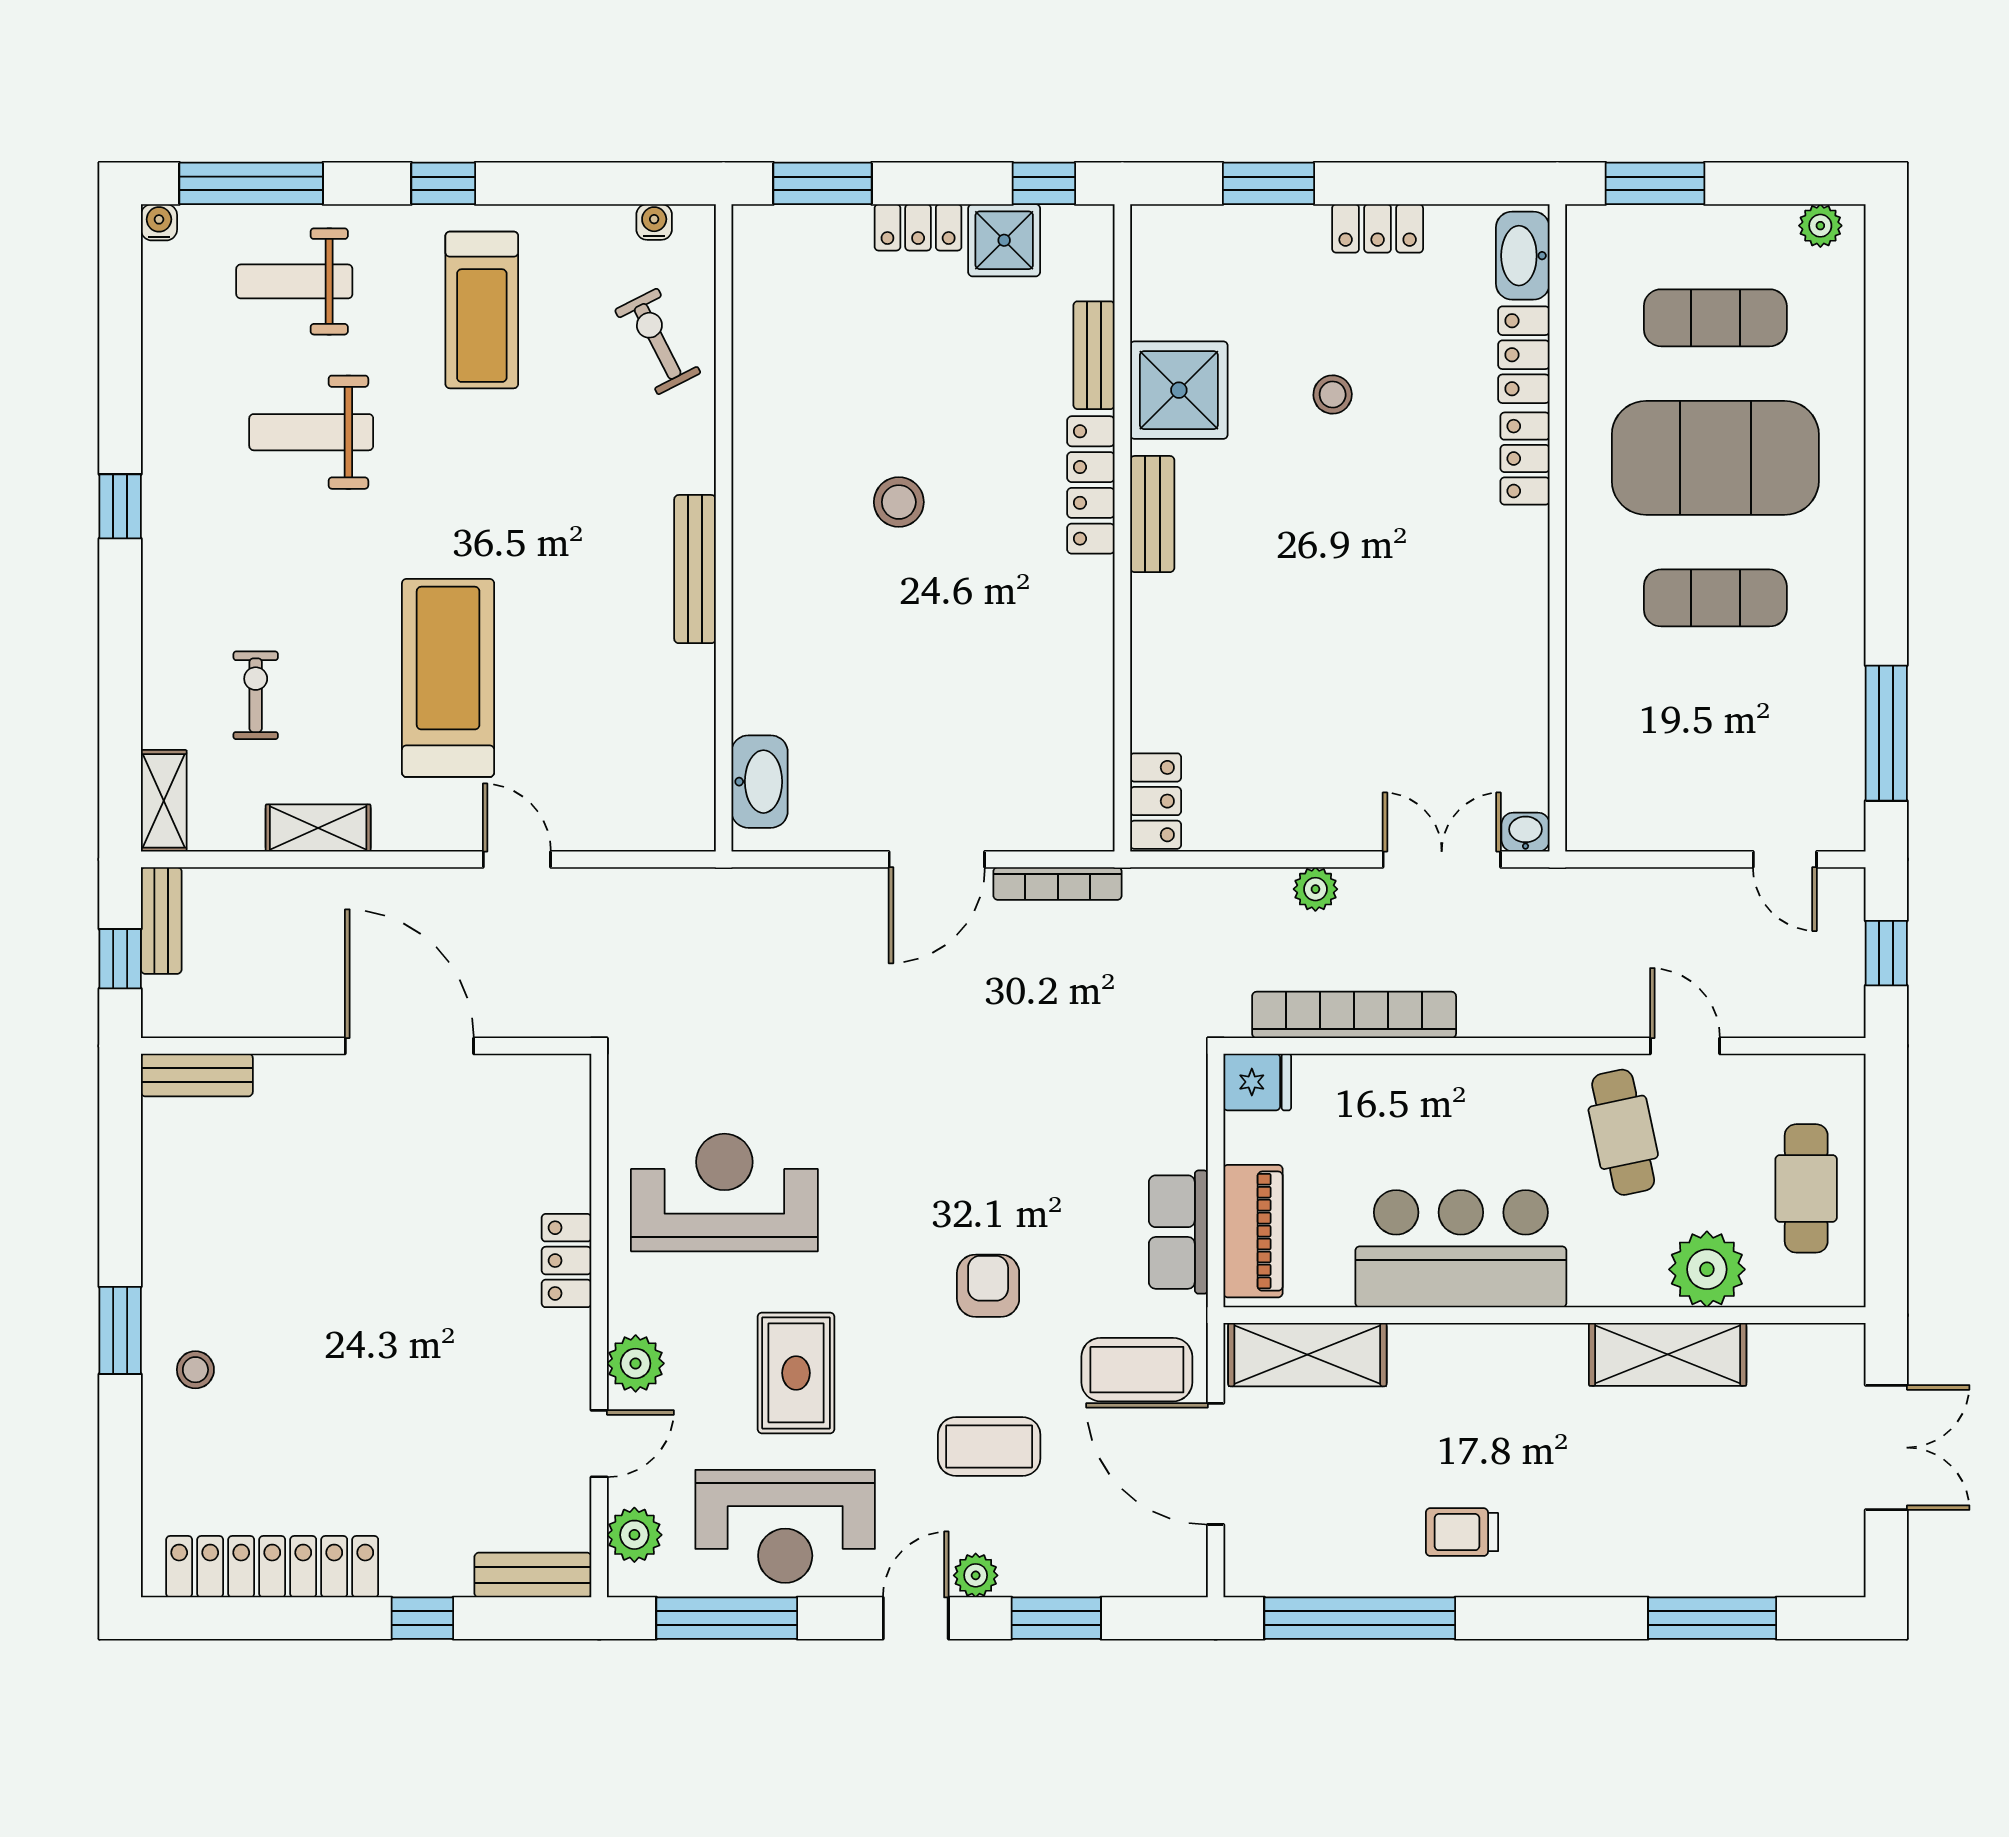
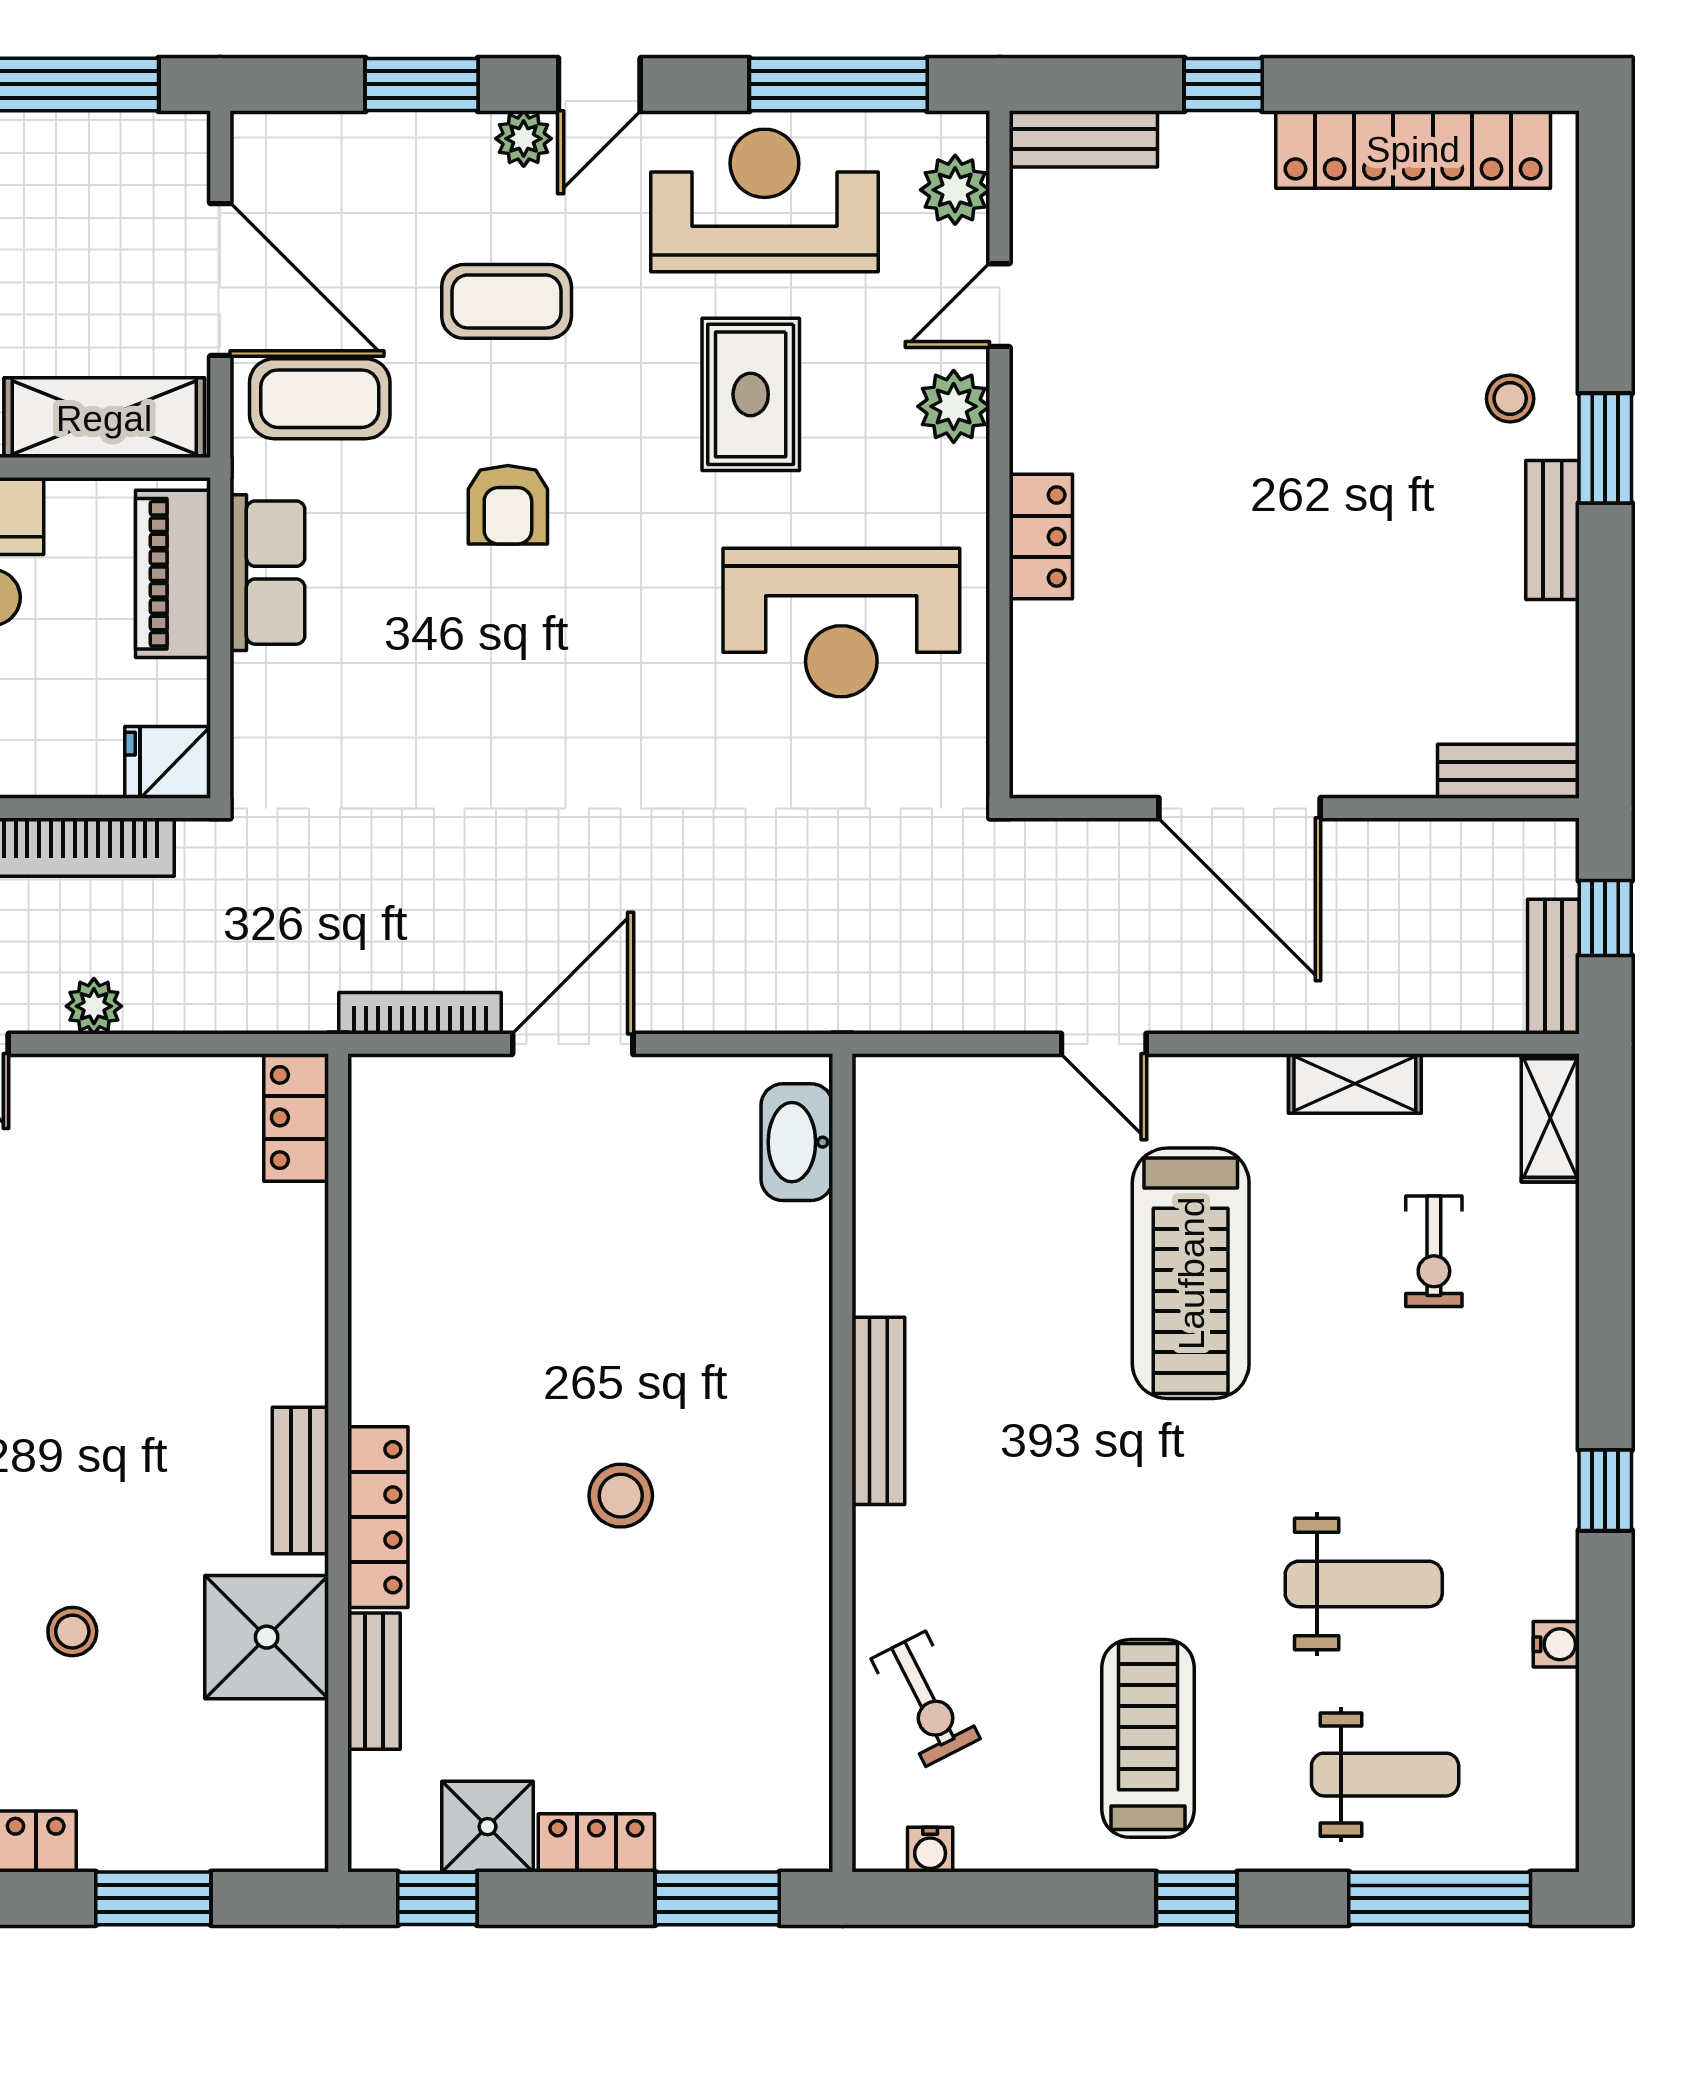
water cooler: (159, 222) -> (1556, 1644), moved, turned -90
bench: (162, 1266) -> (1552, 530), added

